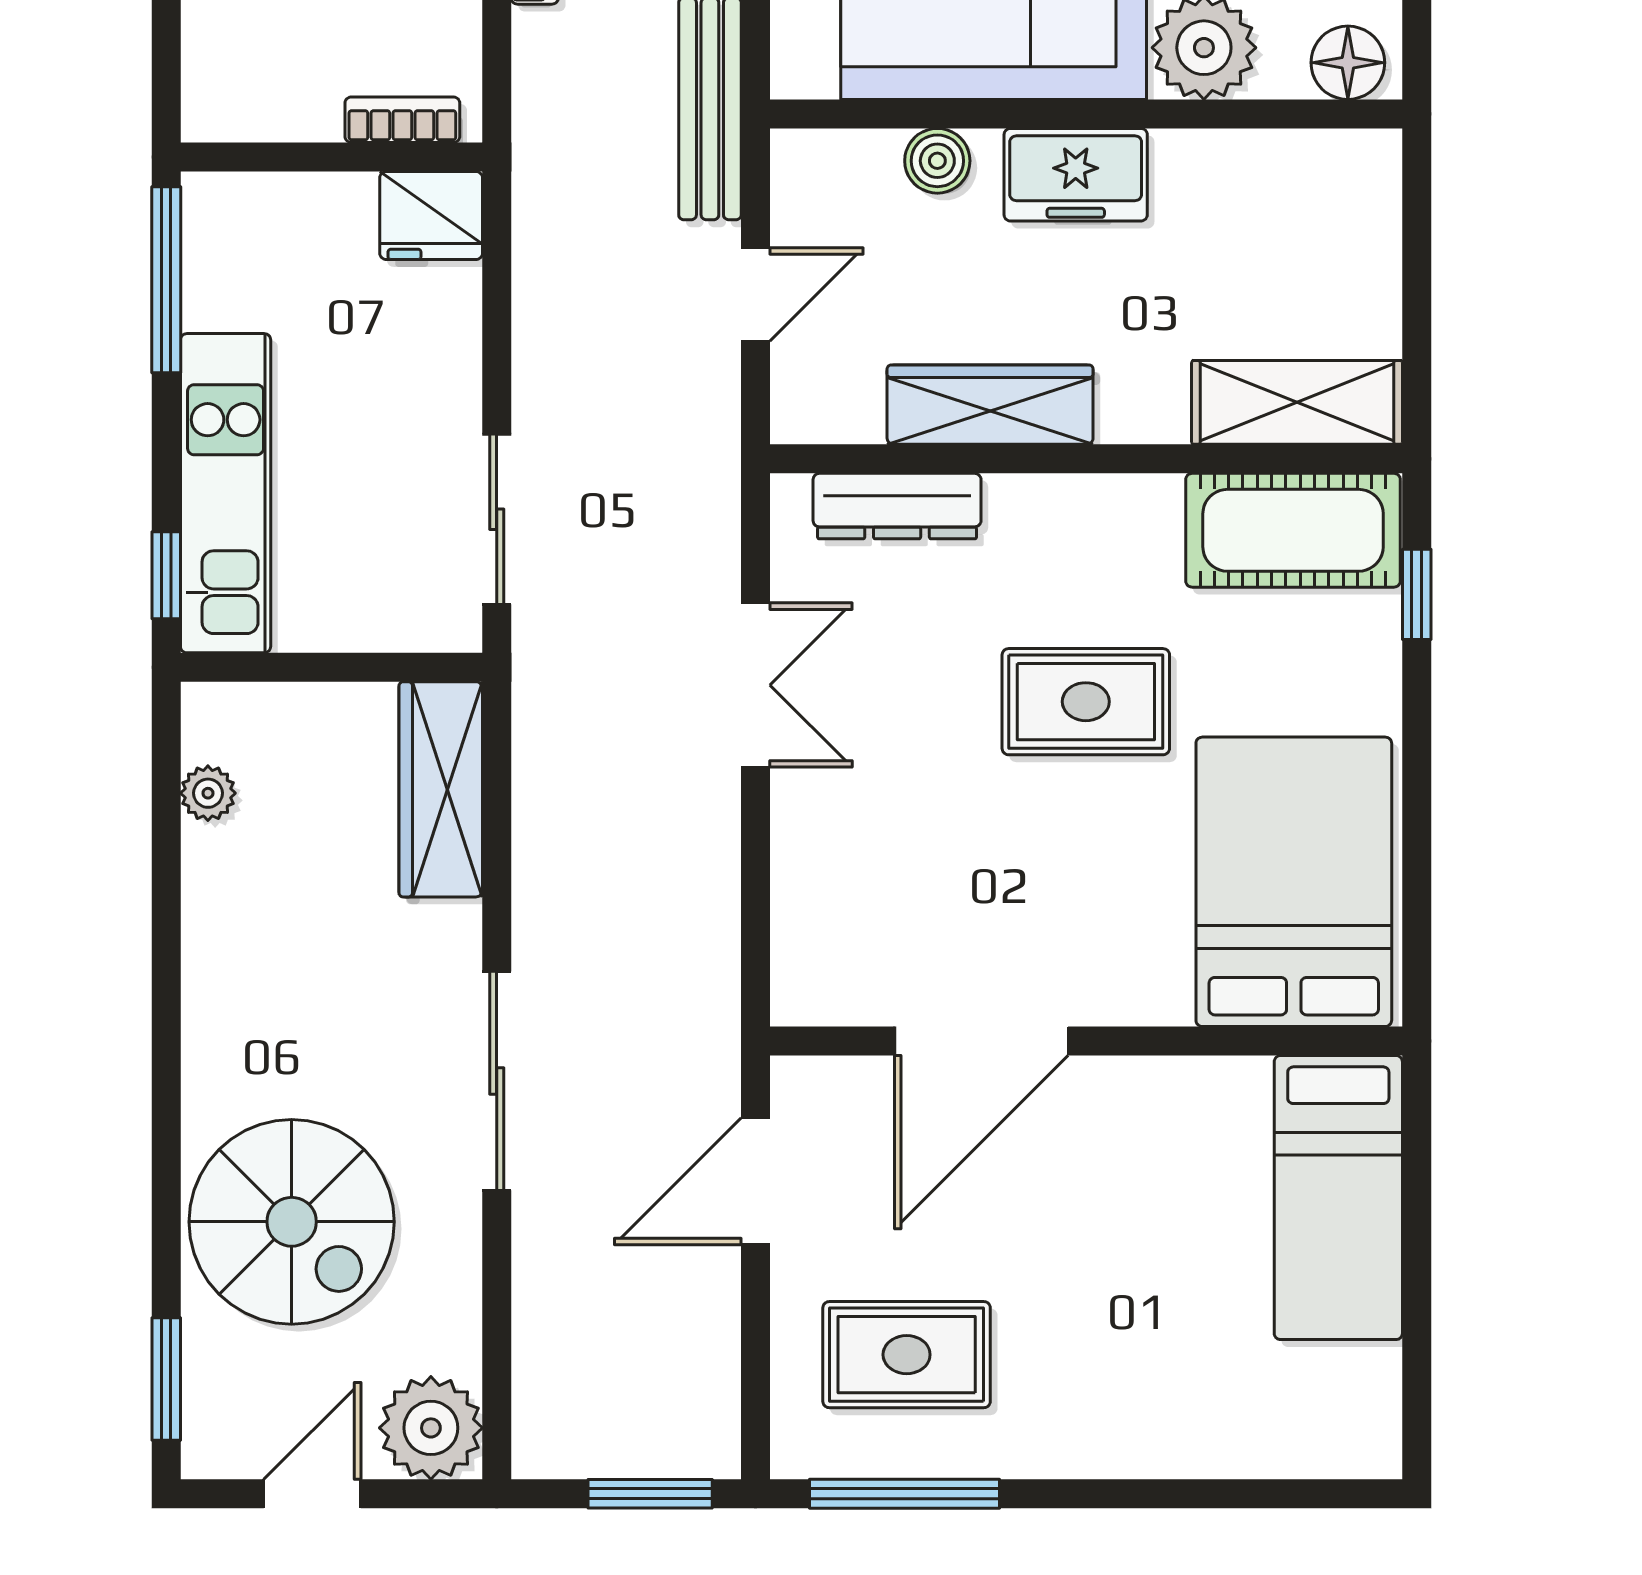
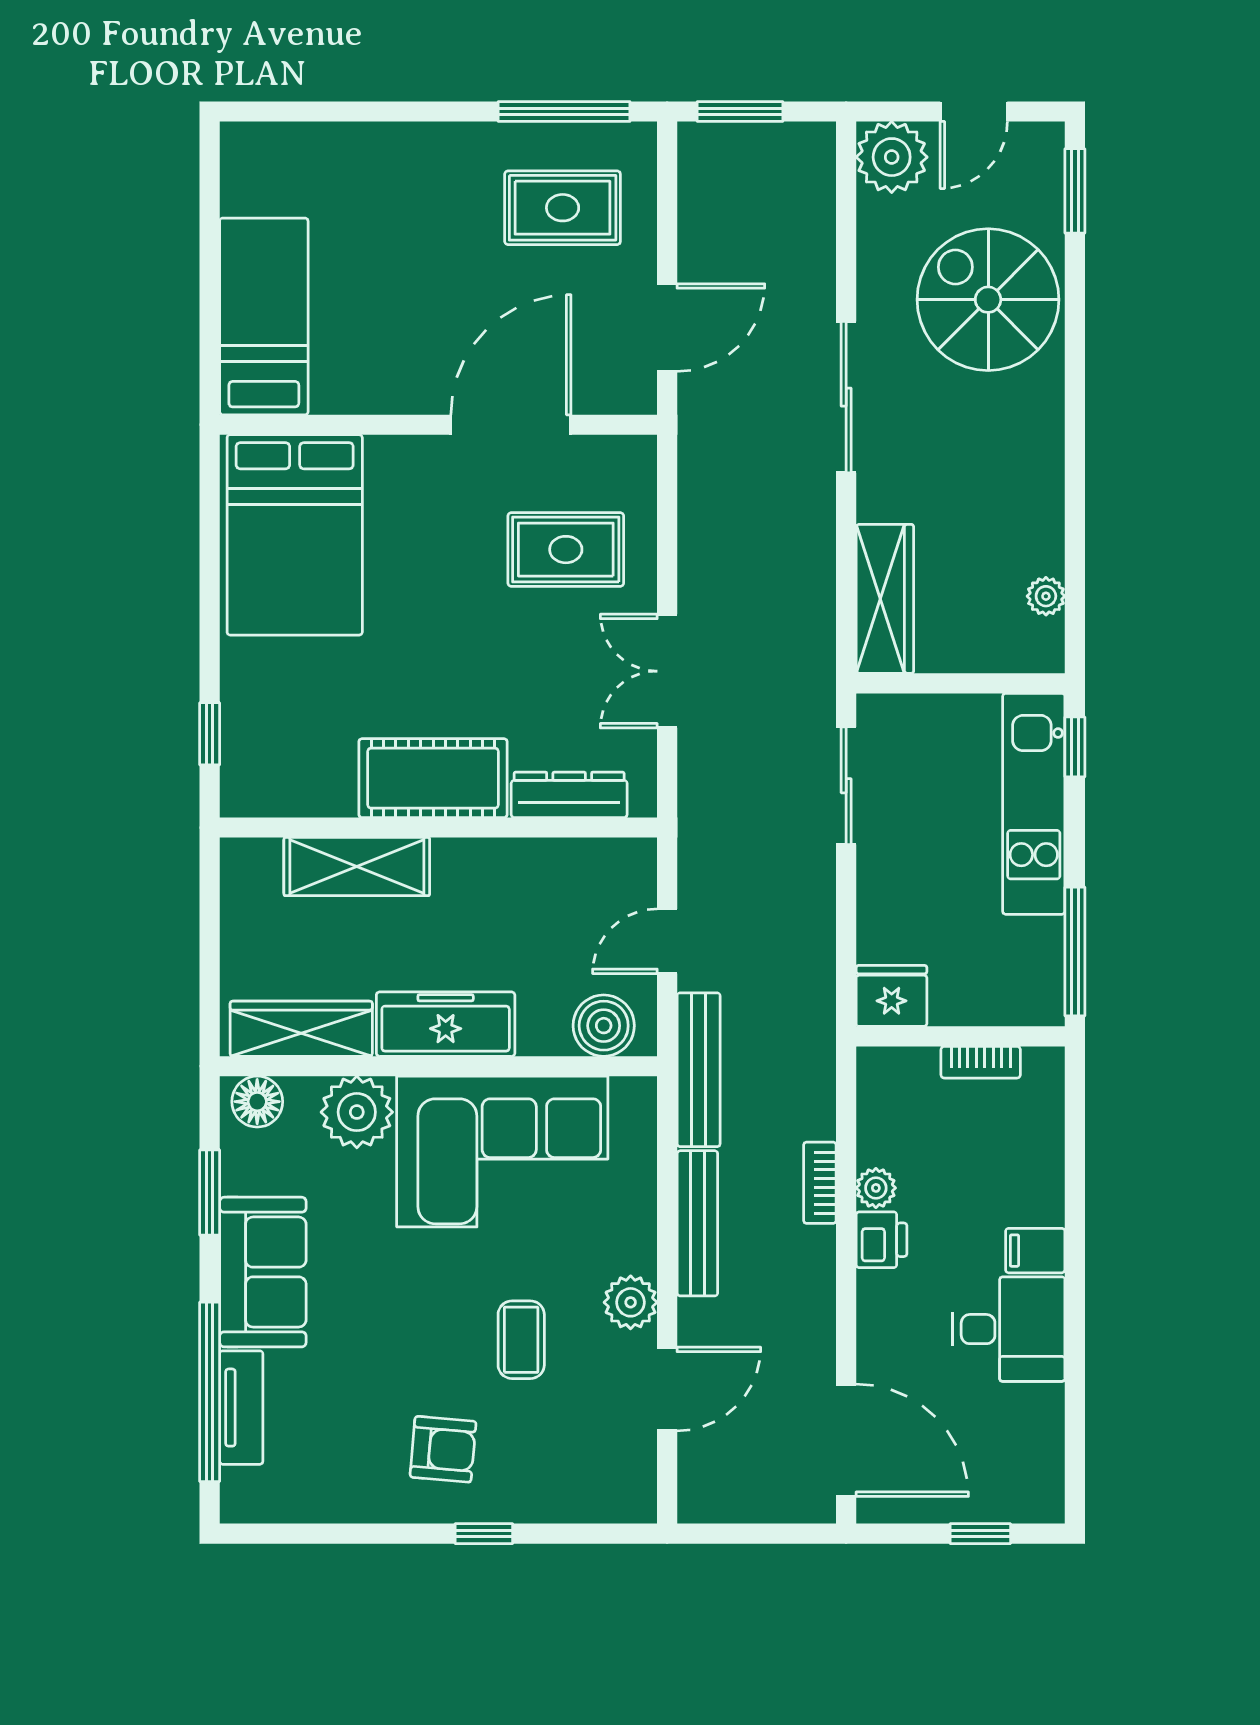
bookcase: (402, 120) -> (981, 1062), moved
boiler: (937, 161) -> (604, 1026), moved, width x1.36, depth x1.36
freezer: (1076, 175) -> (446, 1024), width x1.40
shelving: (1297, 402) -> (357, 867), moved
wardrobe: (990, 405) -> (301, 1029), moved, turned 180
cot: (1293, 530) -> (433, 778), moved
rug: (1086, 702) -> (566, 550), moved

